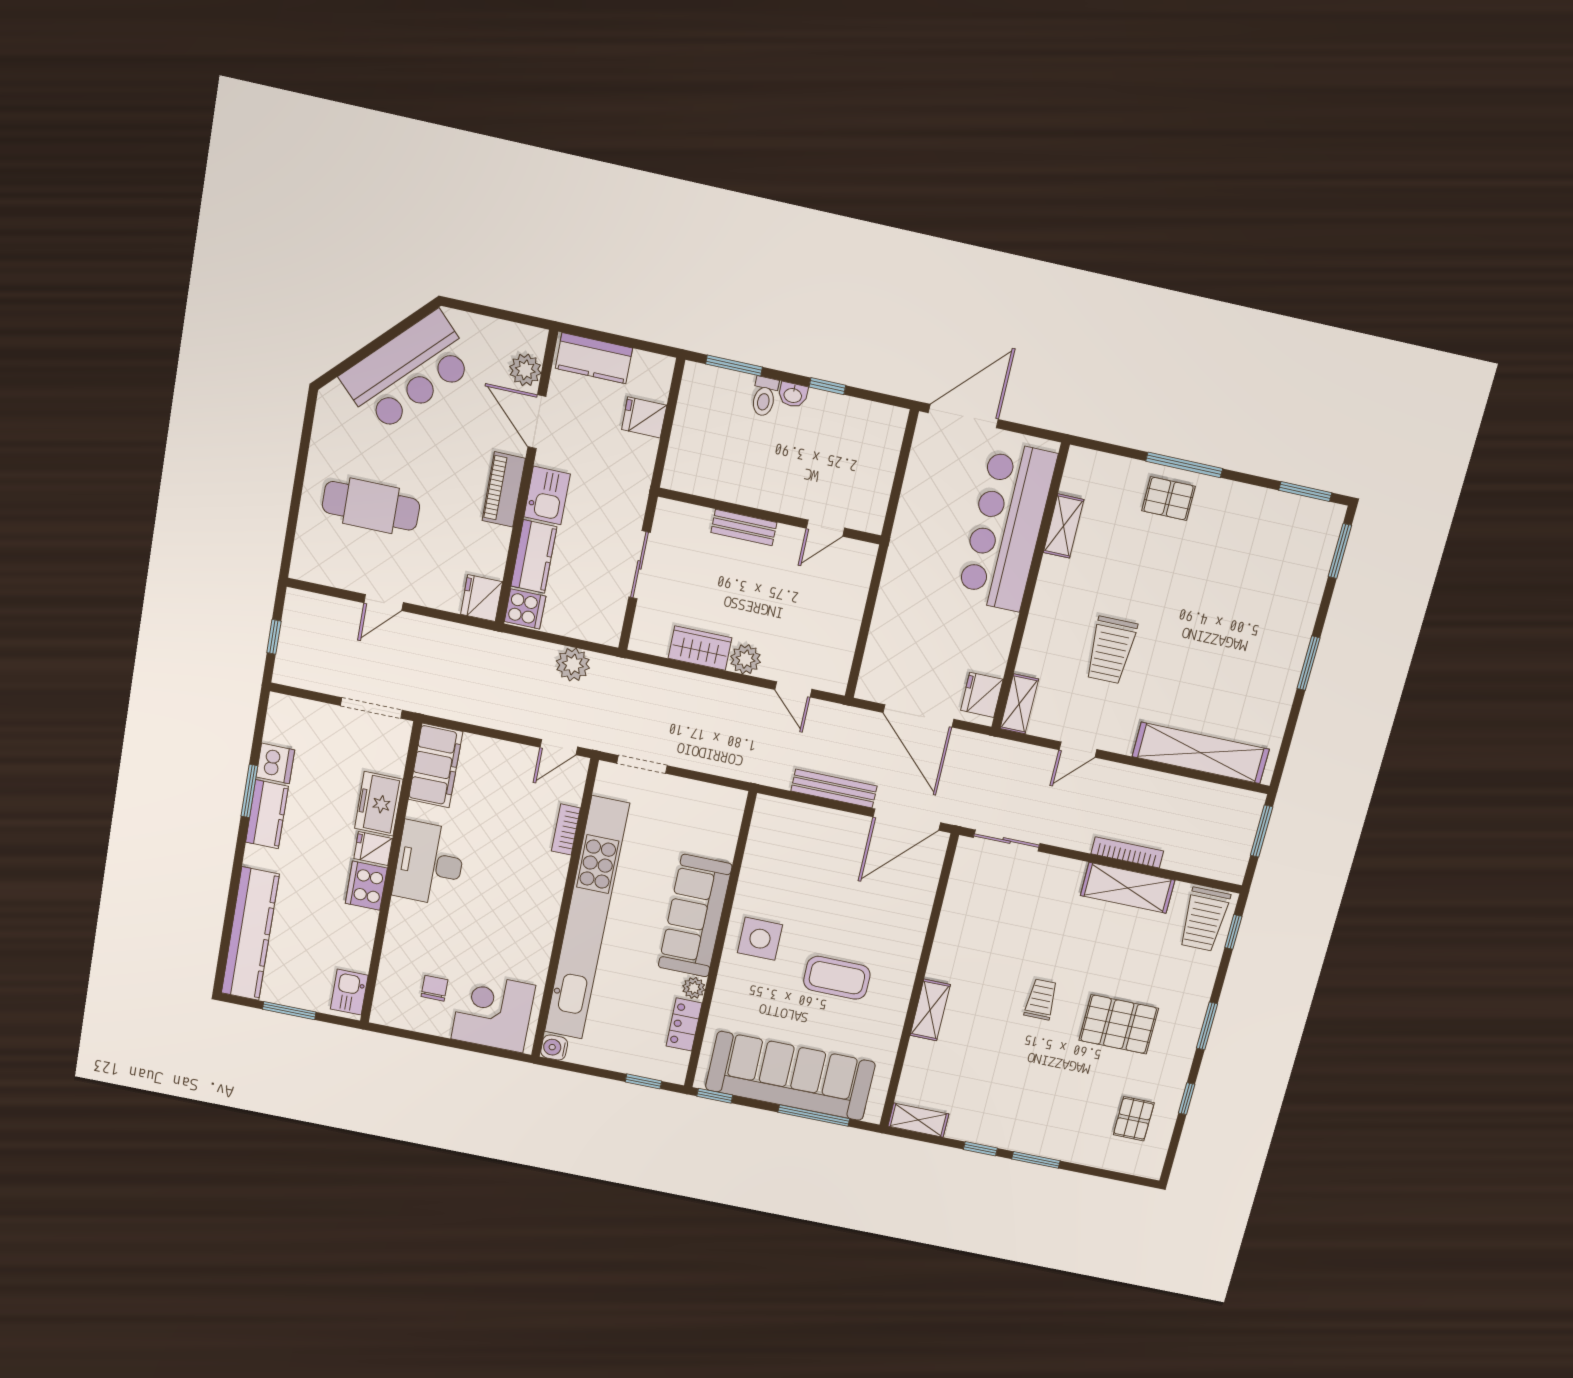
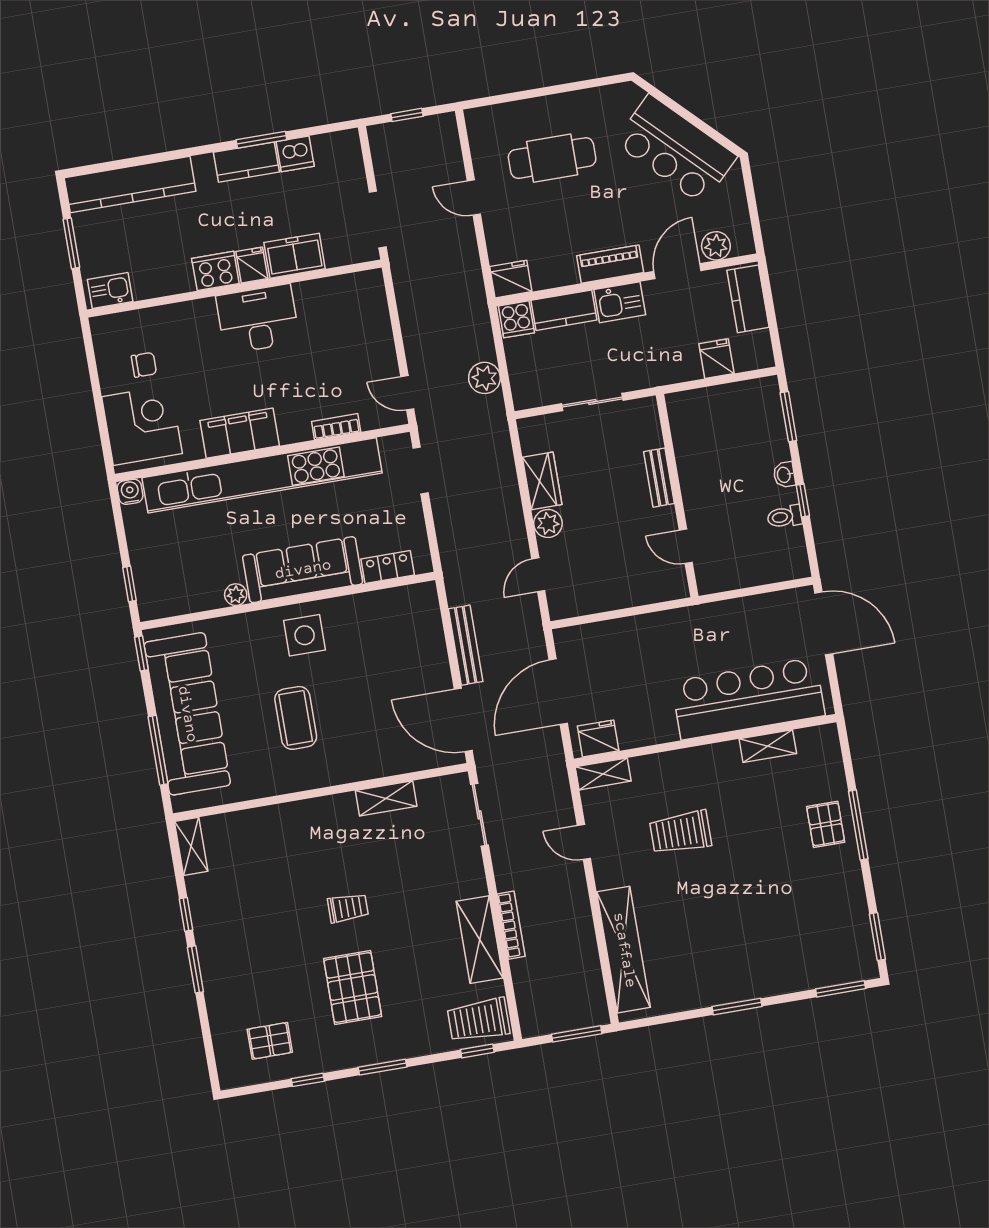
toilet: (764, 397) -> (785, 517), moved
cafe table: (371, 506) -> (552, 158), turned 90
filing cabinet: (436, 766) -> (240, 433), moved, turned 180
shelving: (930, 1010) -> (386, 798), moved
locker: (684, 1025) -> (388, 567), moved

